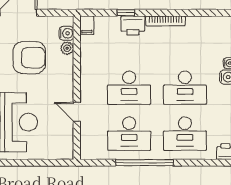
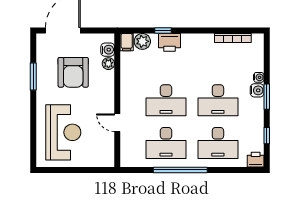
bookcase: (165, 21) -> (233, 38), moved
plant: (104, 24) -> (142, 41), added
armchair: (29, 58) -> (73, 72), turned 90

